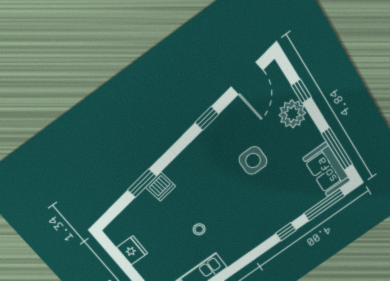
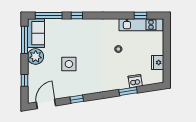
plant: (292, 114) -> (36, 56), moved
dishwasher: (161, 187) -> (135, 81), moved

